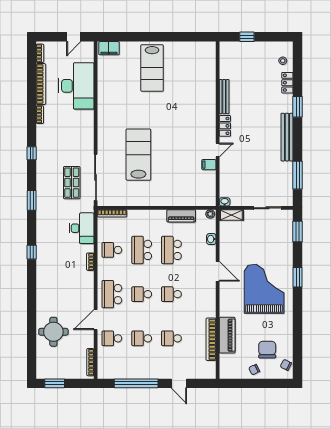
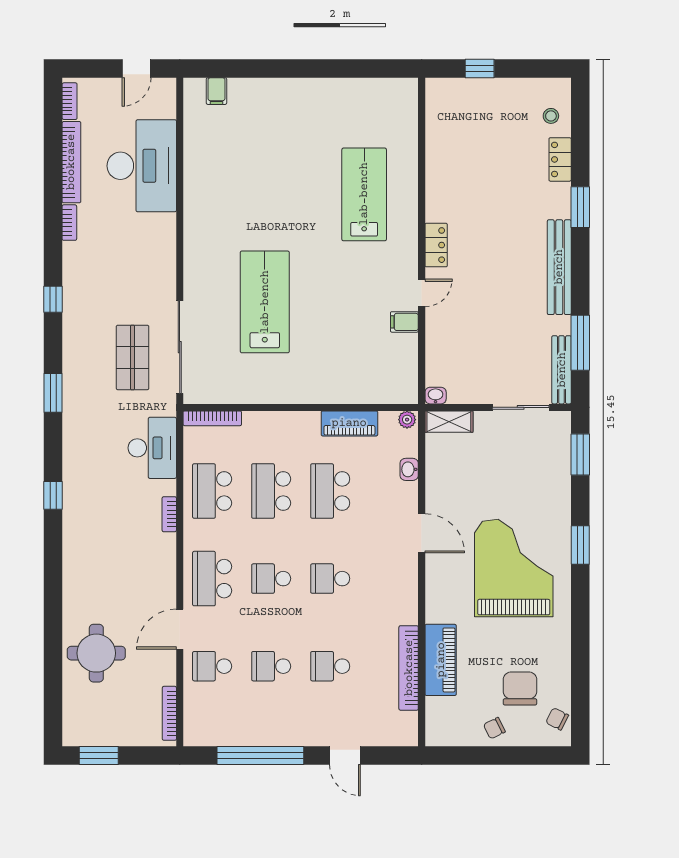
filing cabinet: (109, 48) -> (216, 91), width x0.50
lab bench: (152, 68) -> (364, 194), moved, turned 180
bench: (224, 97) -> (562, 370), moved
school desk: (112, 250) -> (212, 491), width x1.85

